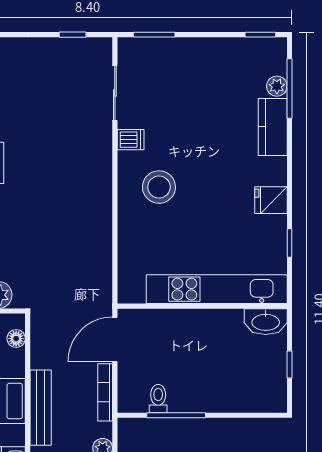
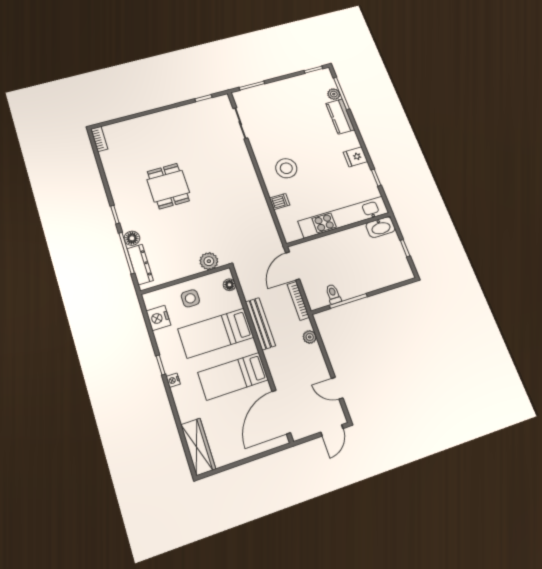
dishwasher: (131, 140) -> (280, 202), moved

